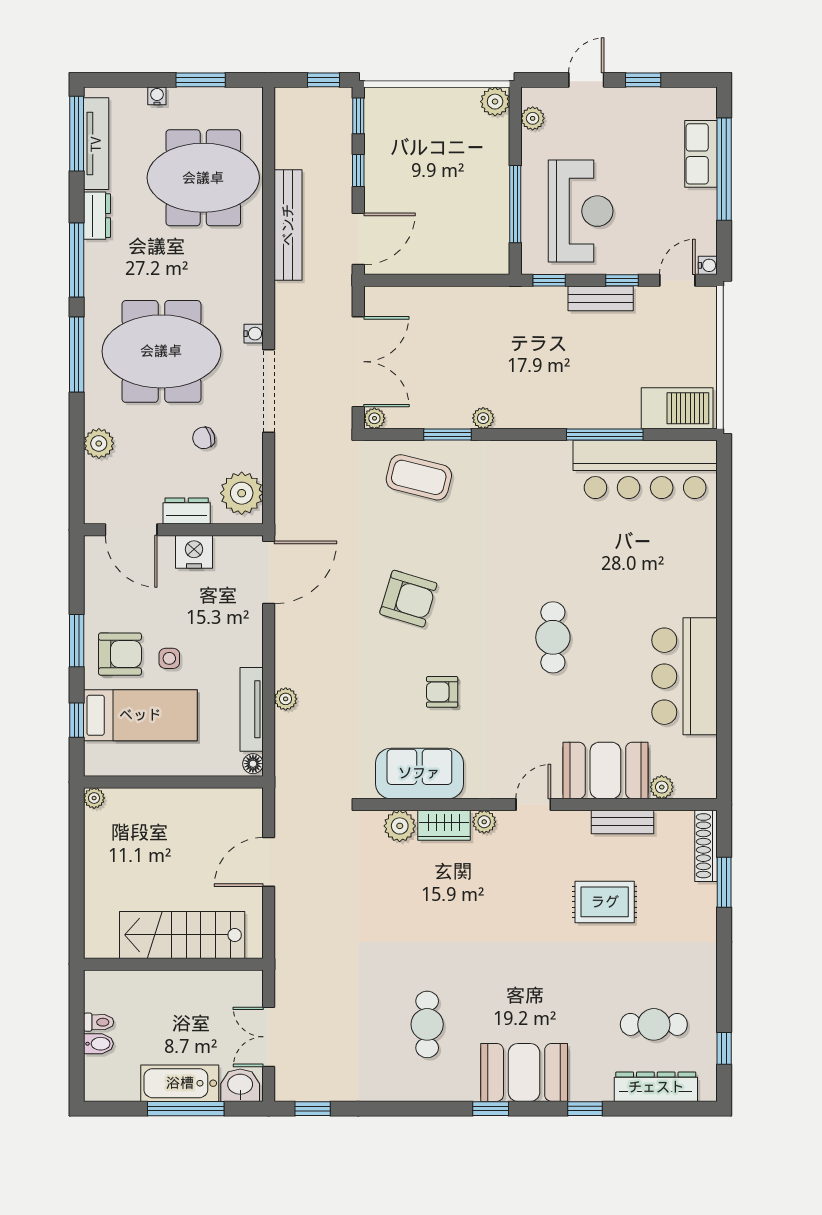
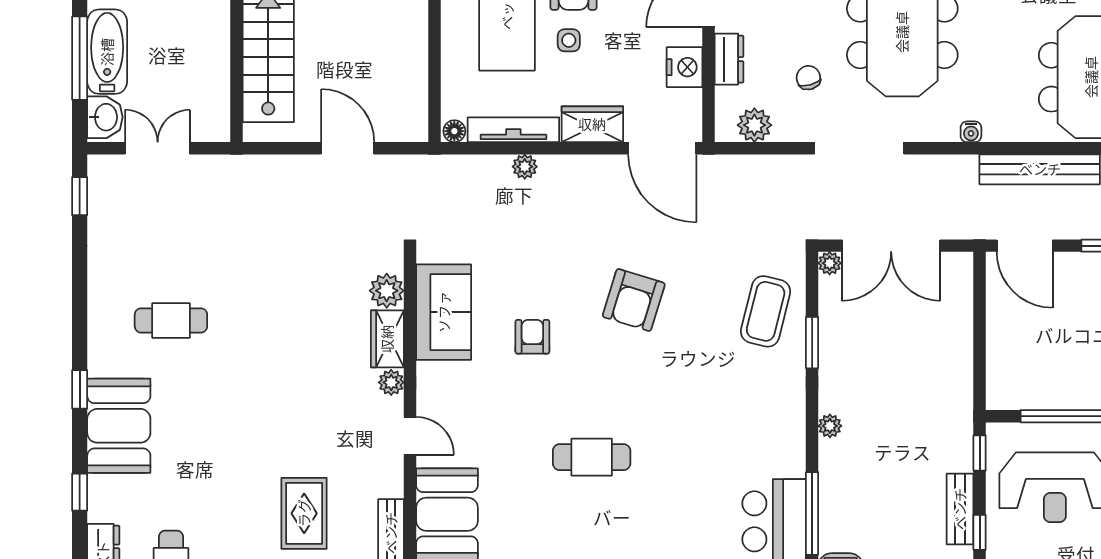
water cooler: (254, 334) -> (971, 132), moved
plant: (483, 418) -> (830, 426), moved
plant: (242, 493) -> (754, 125), width x0.73, depth x0.73
wardrobe: (247, 637) -> (592, 124), added

